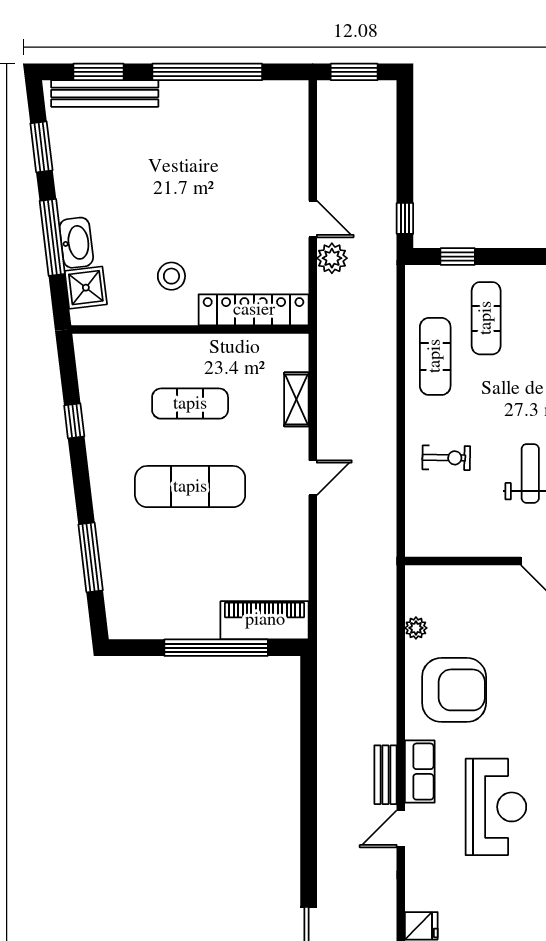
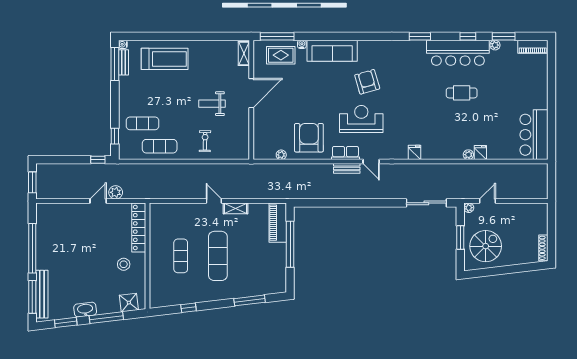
window: (98, 72) -> (32, 297), width x1.44
washbasin: (76, 243) -> (85, 310), moved
shelving: (296, 399) -> (236, 208), moved

